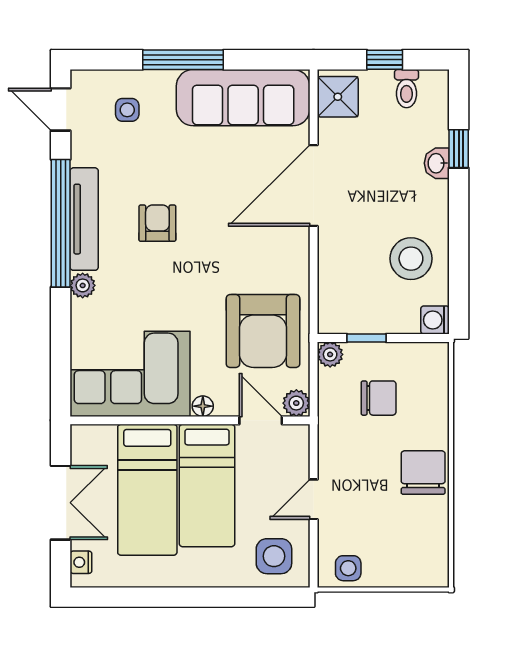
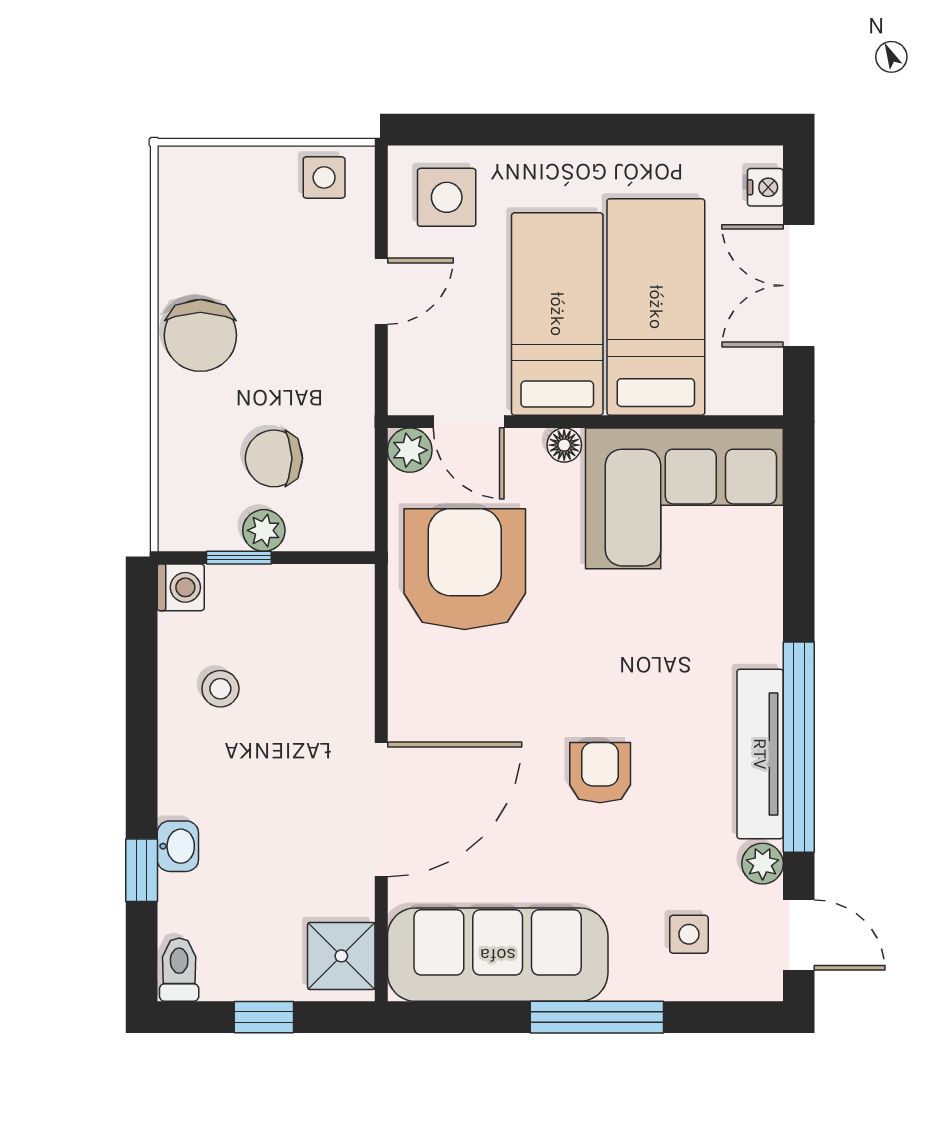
toilet: (407, 89) -> (179, 970), moved
armchair: (157, 223) -> (600, 773), moved, turned 180
stool: (411, 259) -> (220, 689), width x0.53, depth x0.53
plant: (83, 285) -> (763, 864), moved
window: (366, 338) -> (239, 558), moved
plant: (330, 354) -> (264, 530), moved

